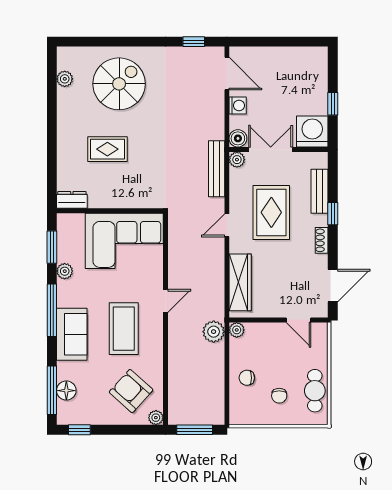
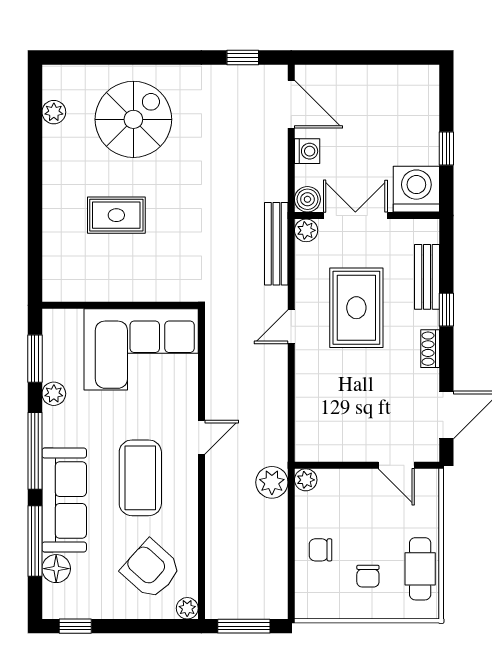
dresser: (72, 200) -> (64, 289), removed
wardrobe: (240, 282) -> (311, 410), removed
sofa: (72, 334) -> (64, 500), width x1.36
window: (52, 390) -> (35, 541), moved

